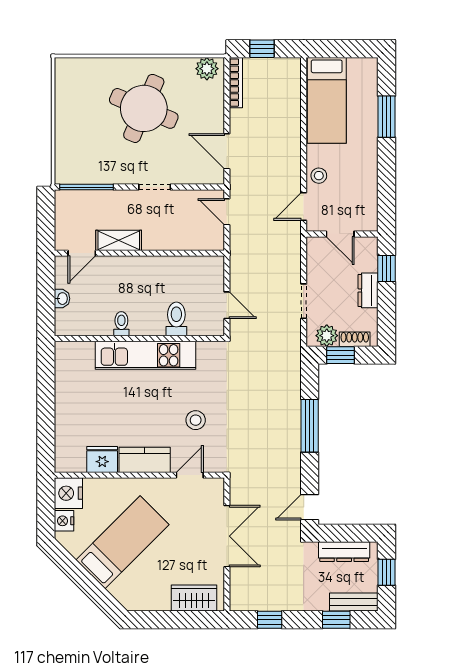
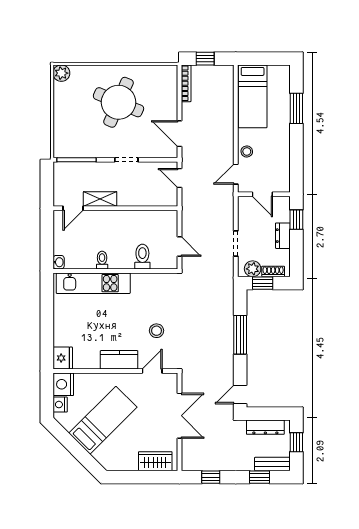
plant: (207, 69) -> (61, 73), moved
washbasin: (62, 299) -> (59, 262), moved
kitchen unit: (145, 355) -> (93, 283), moved
fridge: (102, 459) -> (63, 358), moved, turned 90

